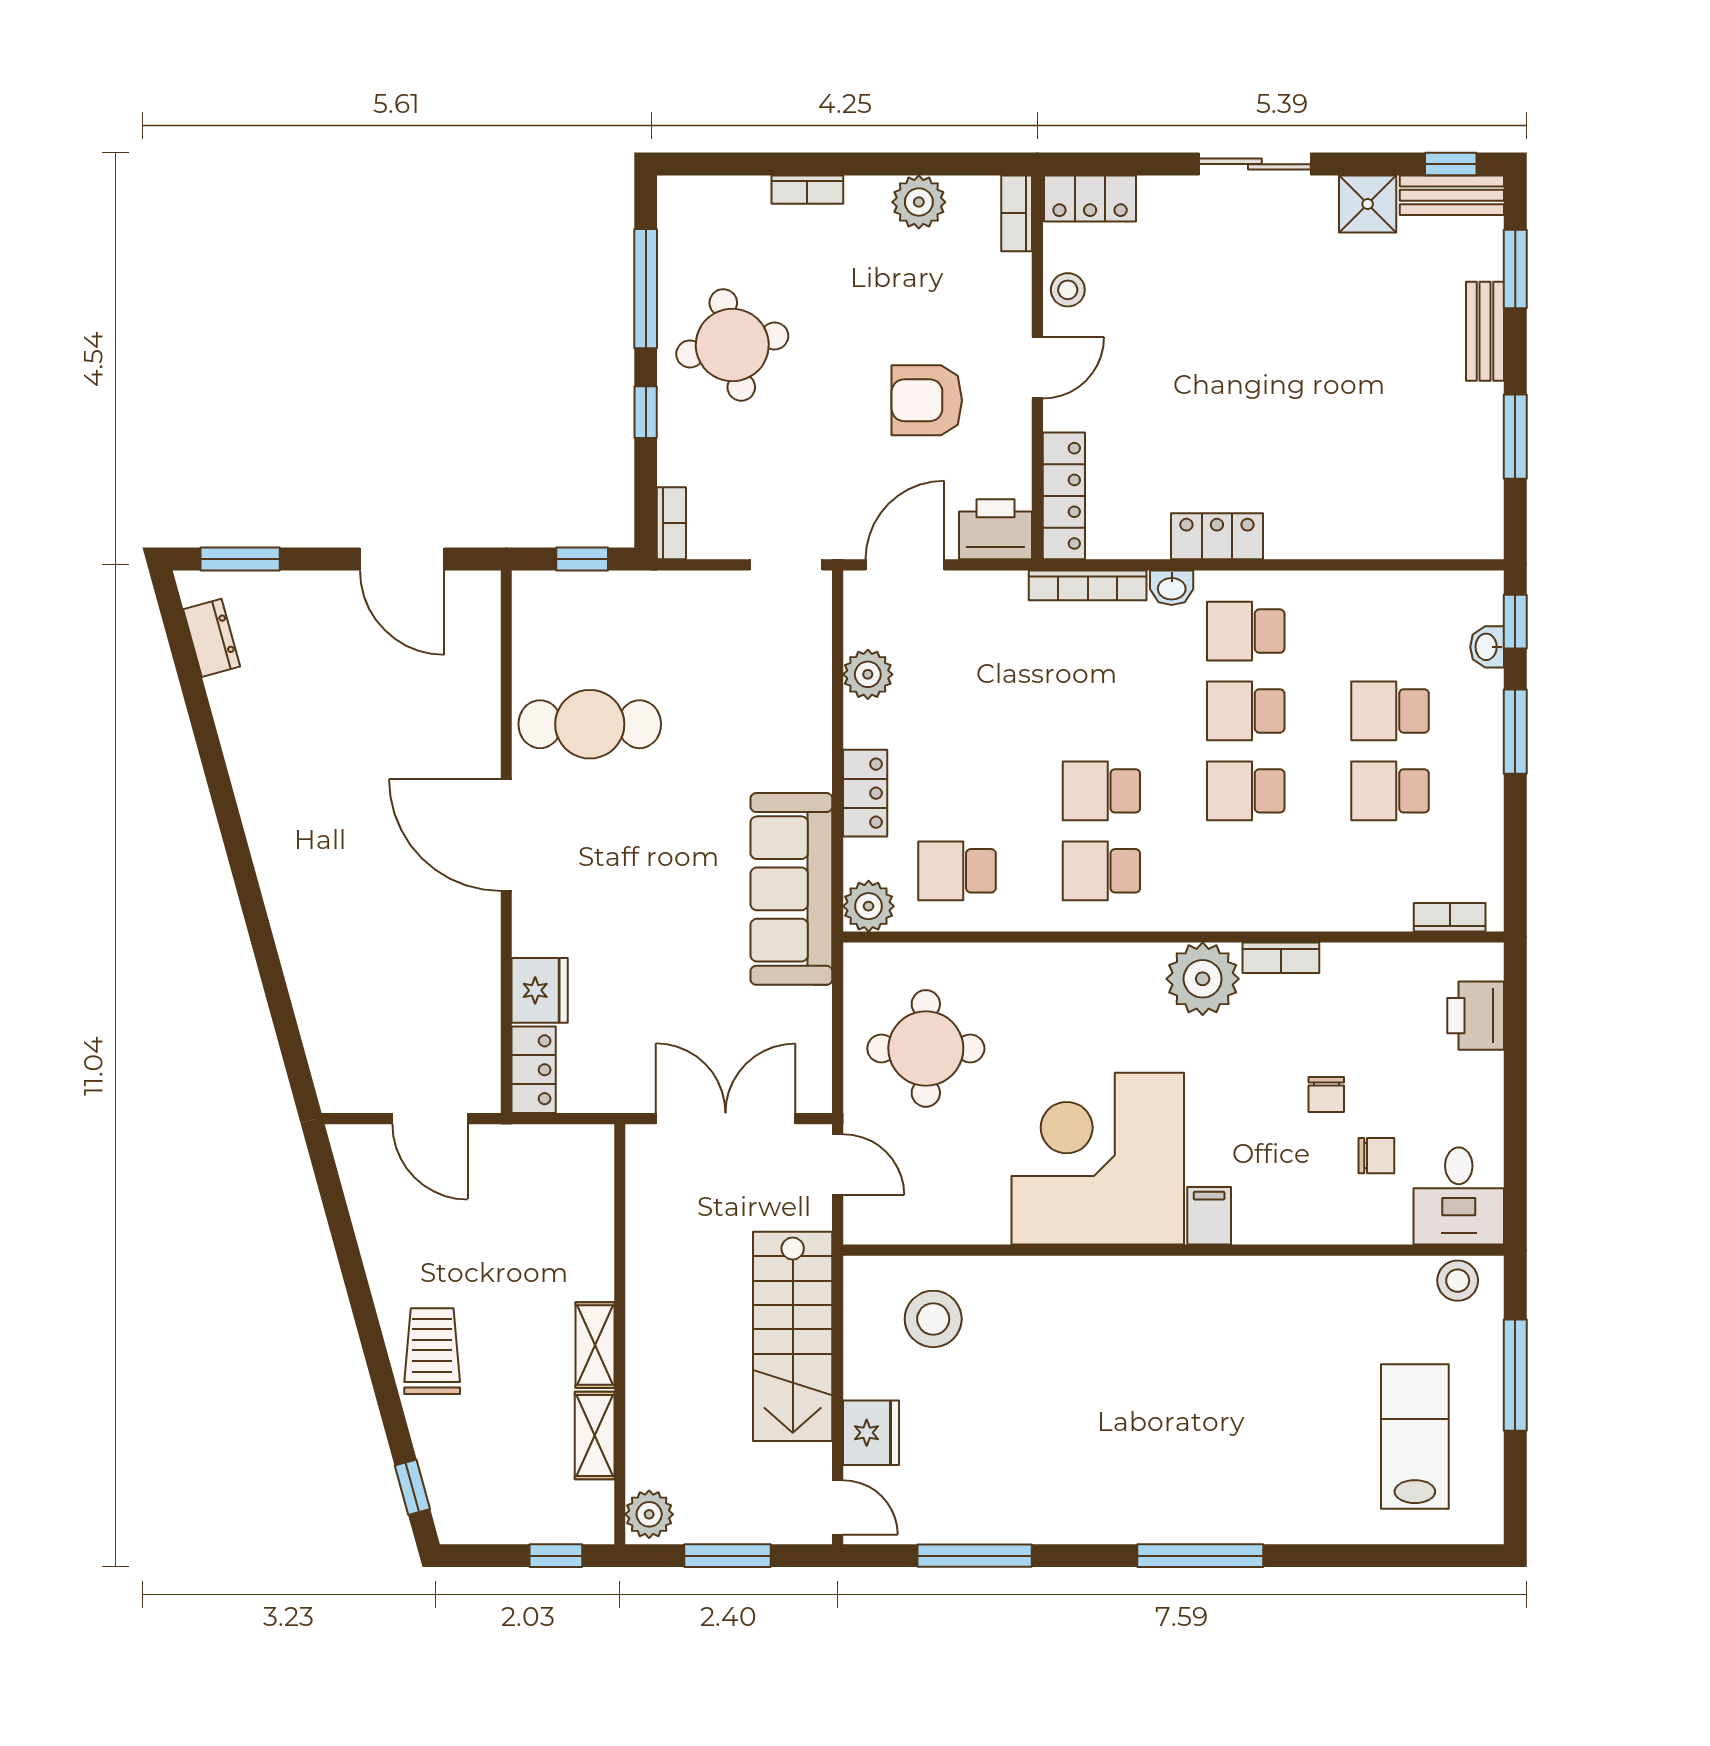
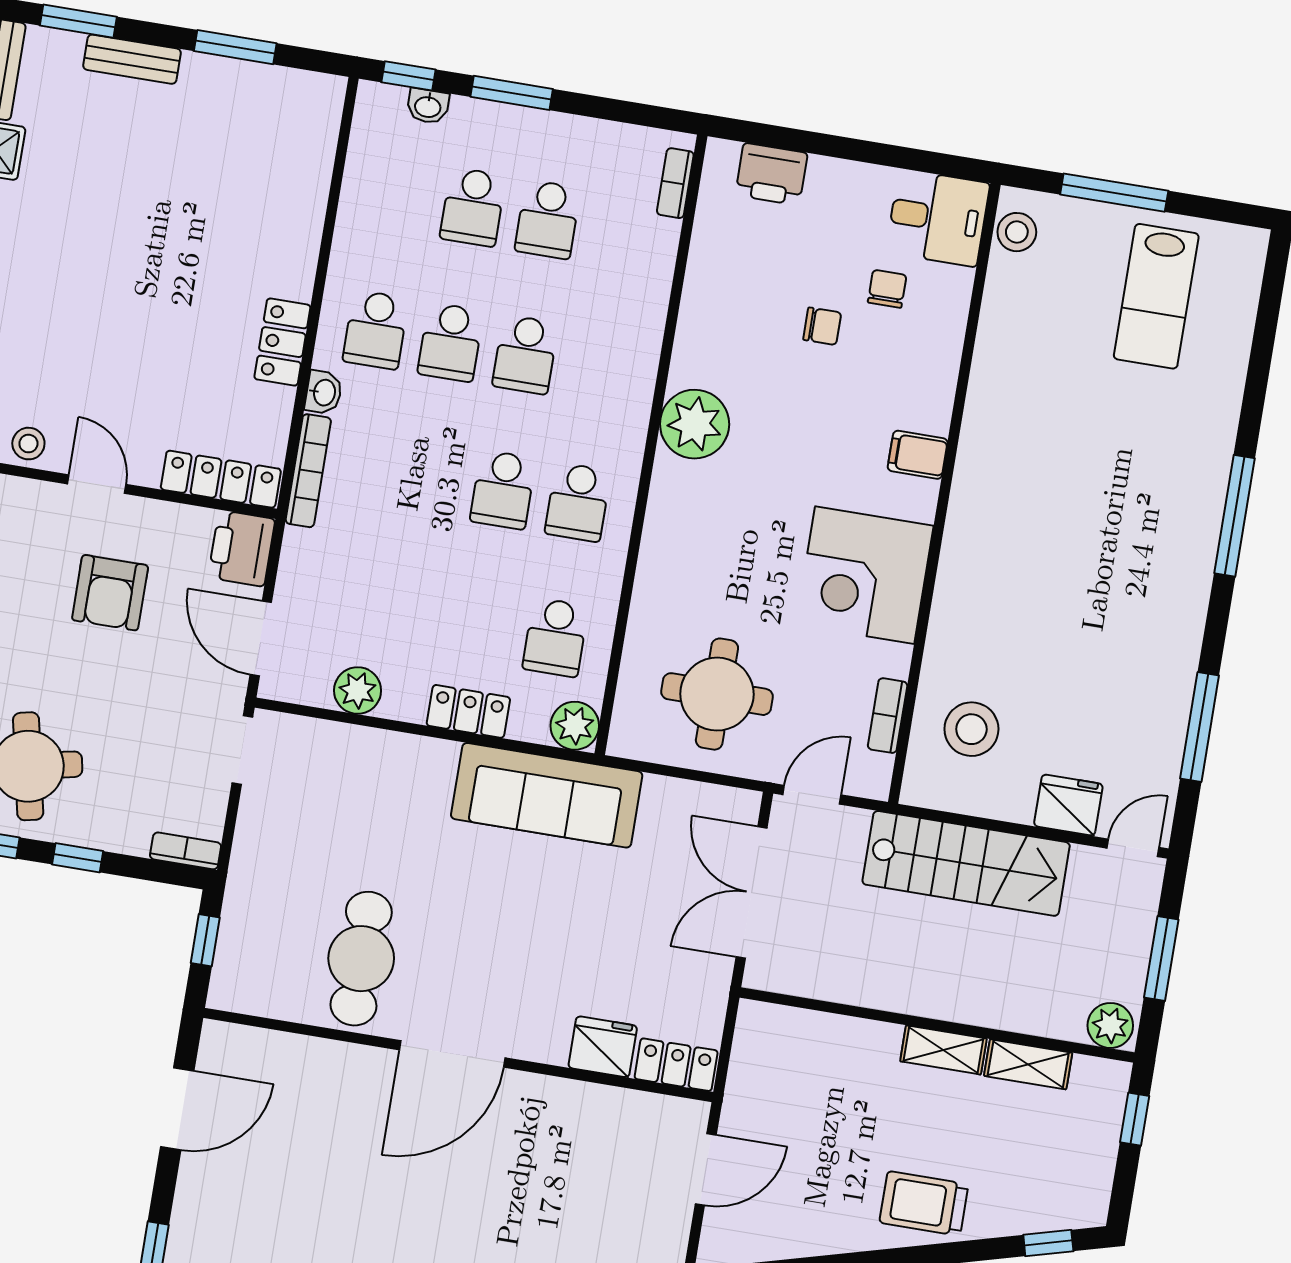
bookcase: (1281, 958) -> (888, 716), moved, turned 180
corner desk: (1098, 1159) -> (865, 575), width x0.74, depth x0.74
lab bench: (1415, 1437) -> (1156, 296), turned -90

